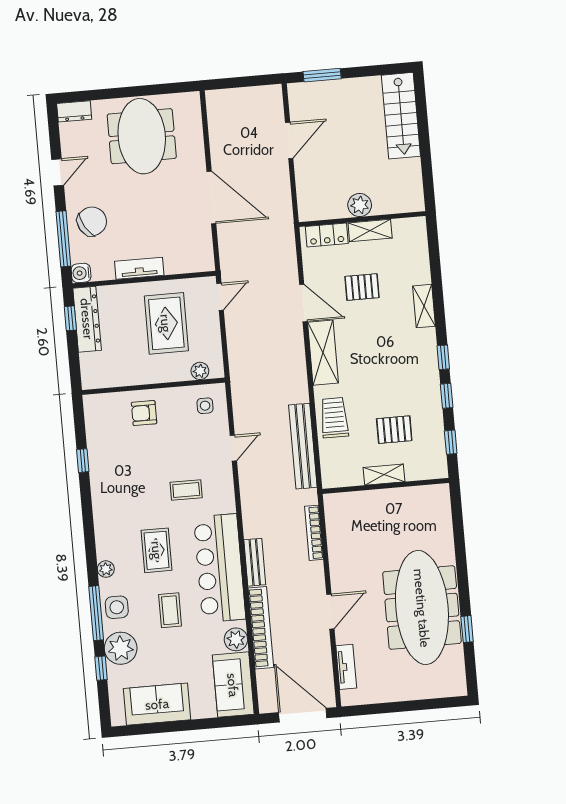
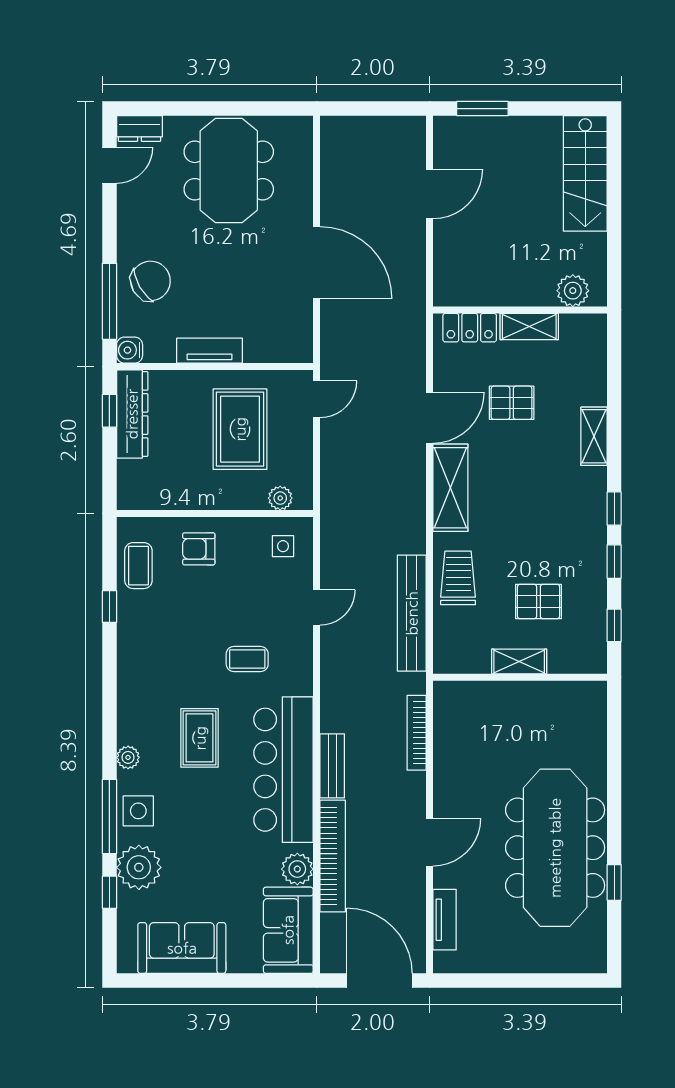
door: (58, 172) -> (109, 165), moved
plant: (360, 205) -> (573, 291), moved
door: (303, 303) -> (430, 418), hinge flipped
coffee table: (170, 610) -> (138, 566), moved

